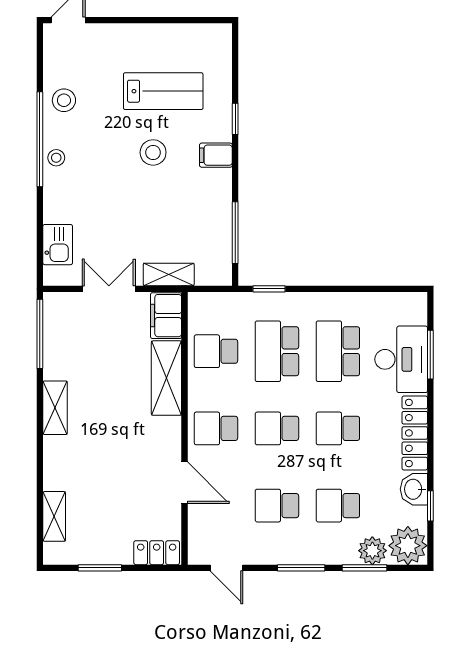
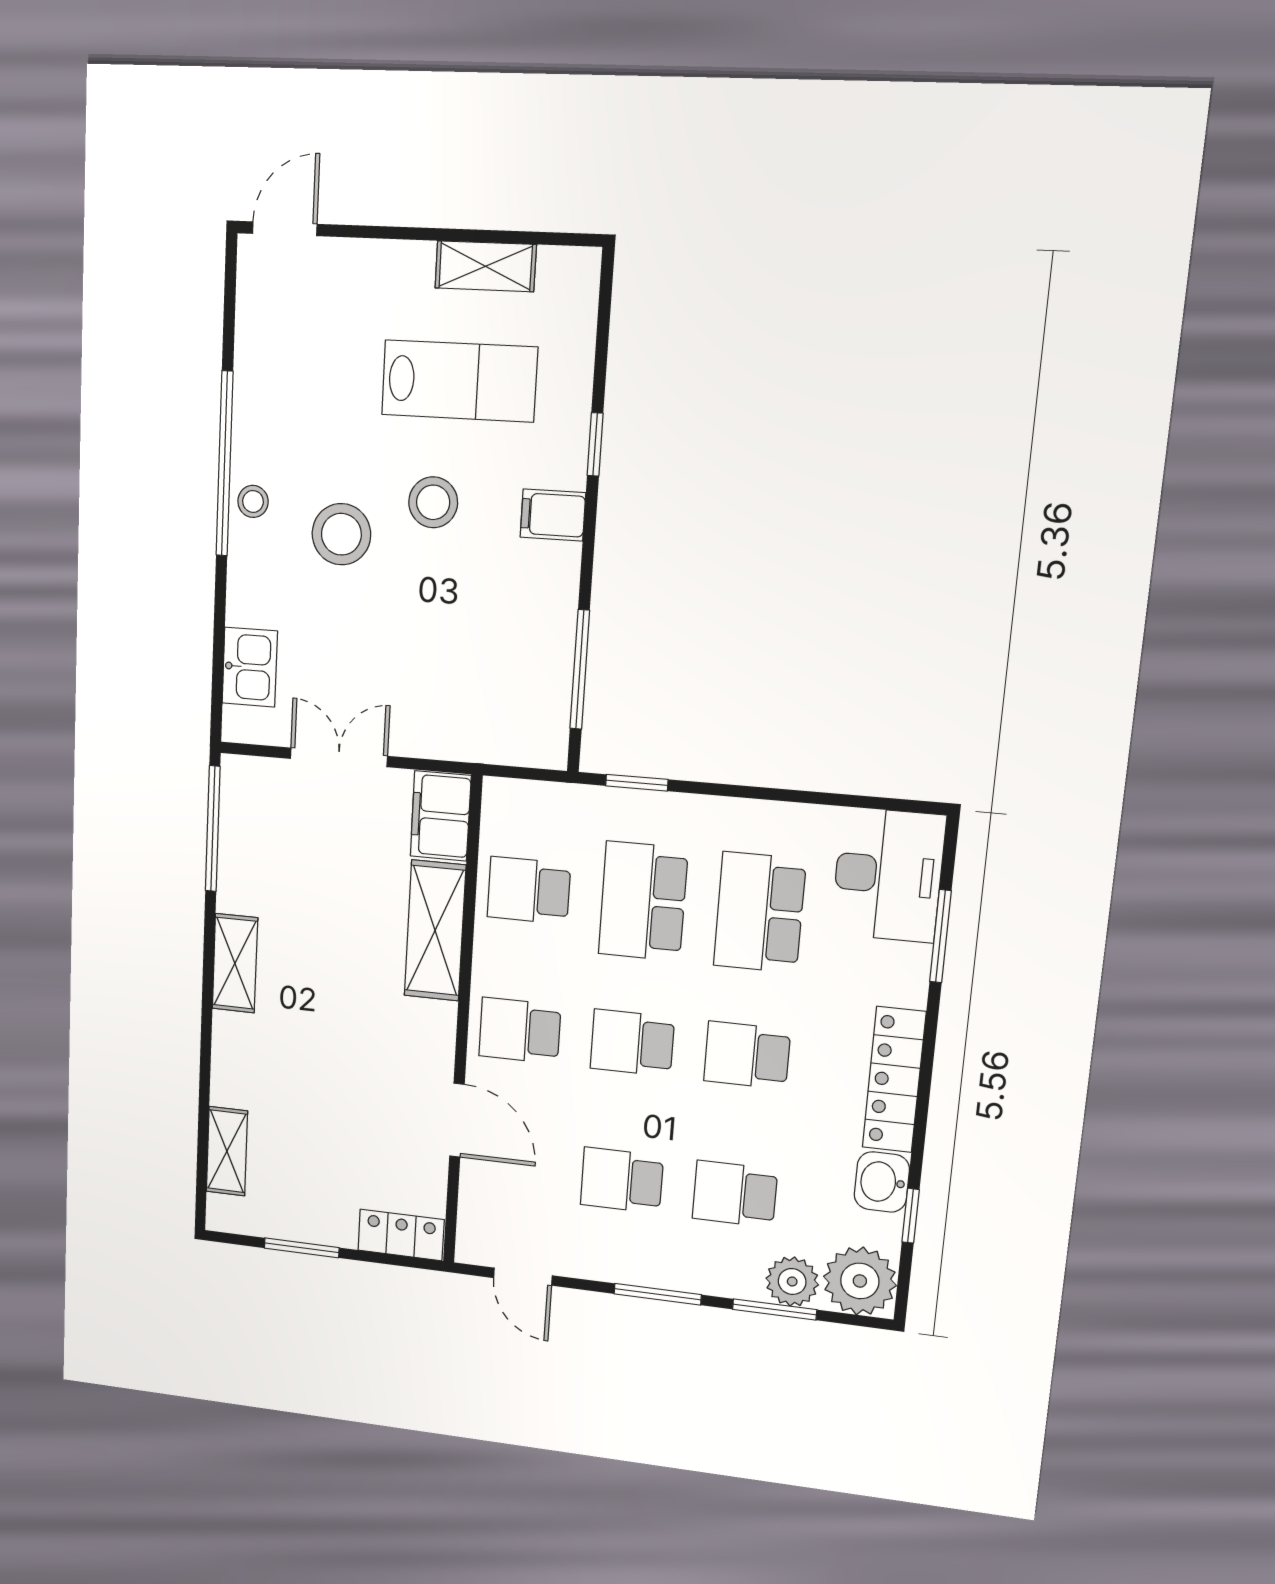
stool: (64, 100) -> (341, 534), moved, width x1.38, depth x1.38
shelving: (169, 274) -> (485, 266), moved
desk: (401, 359) -> (888, 875), moved

